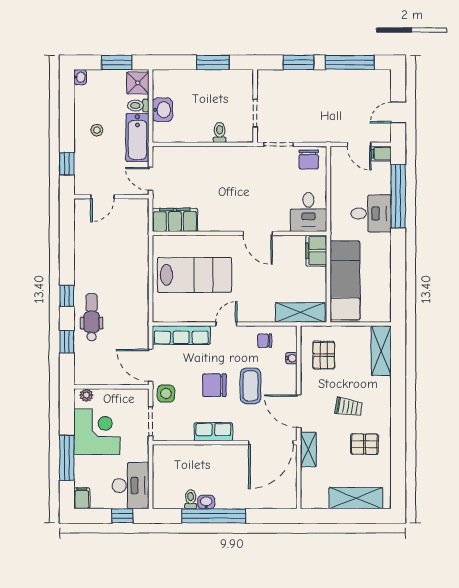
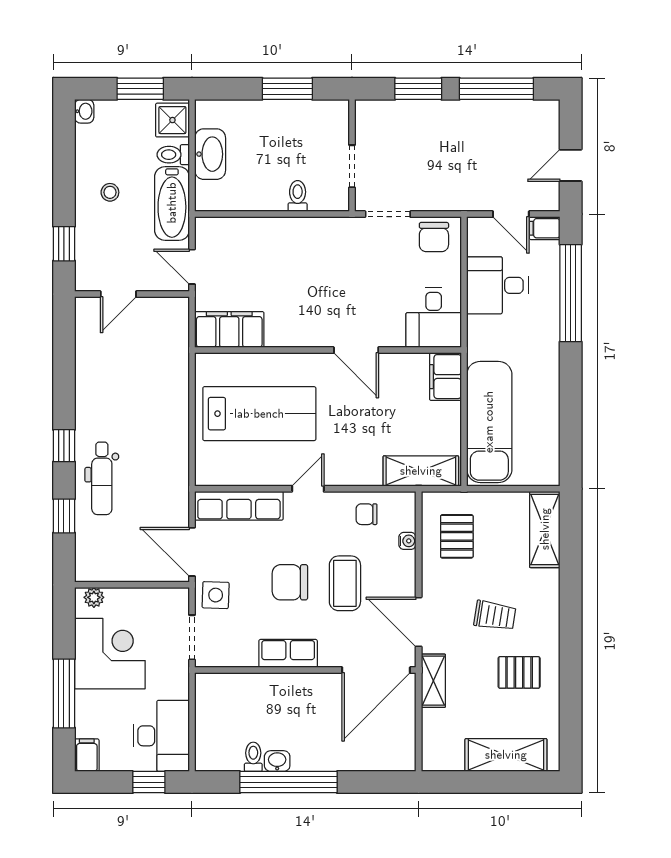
washbasin: (162, 110) -> (210, 154), width x1.38
desk: (371, 213) -> (497, 285), moved, turned 180
dental chair: (92, 317) -> (102, 478), turned 180

